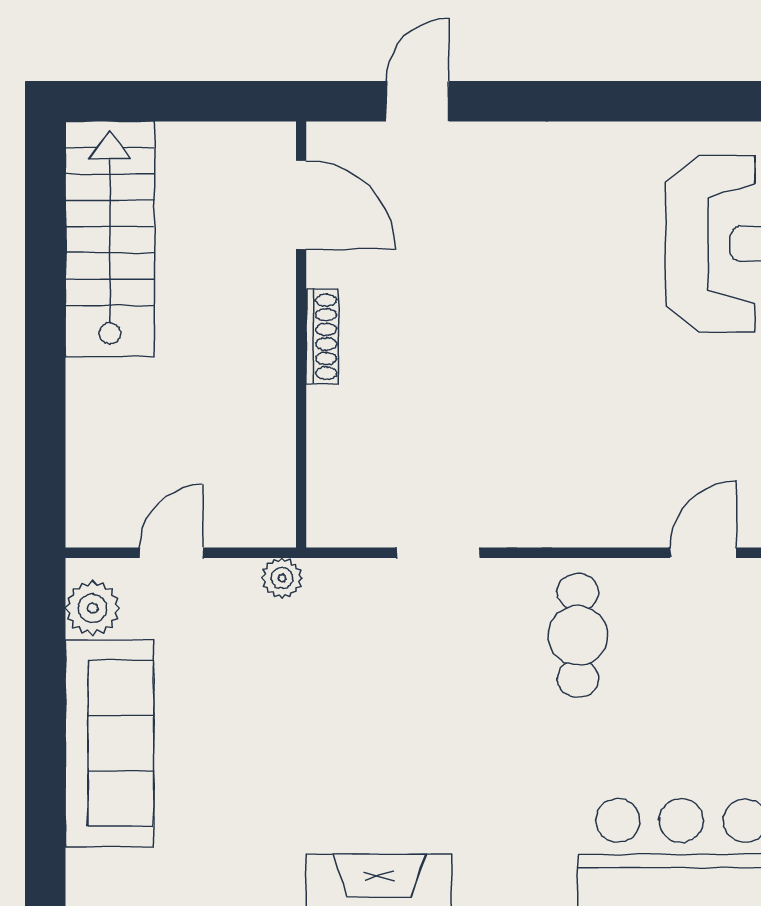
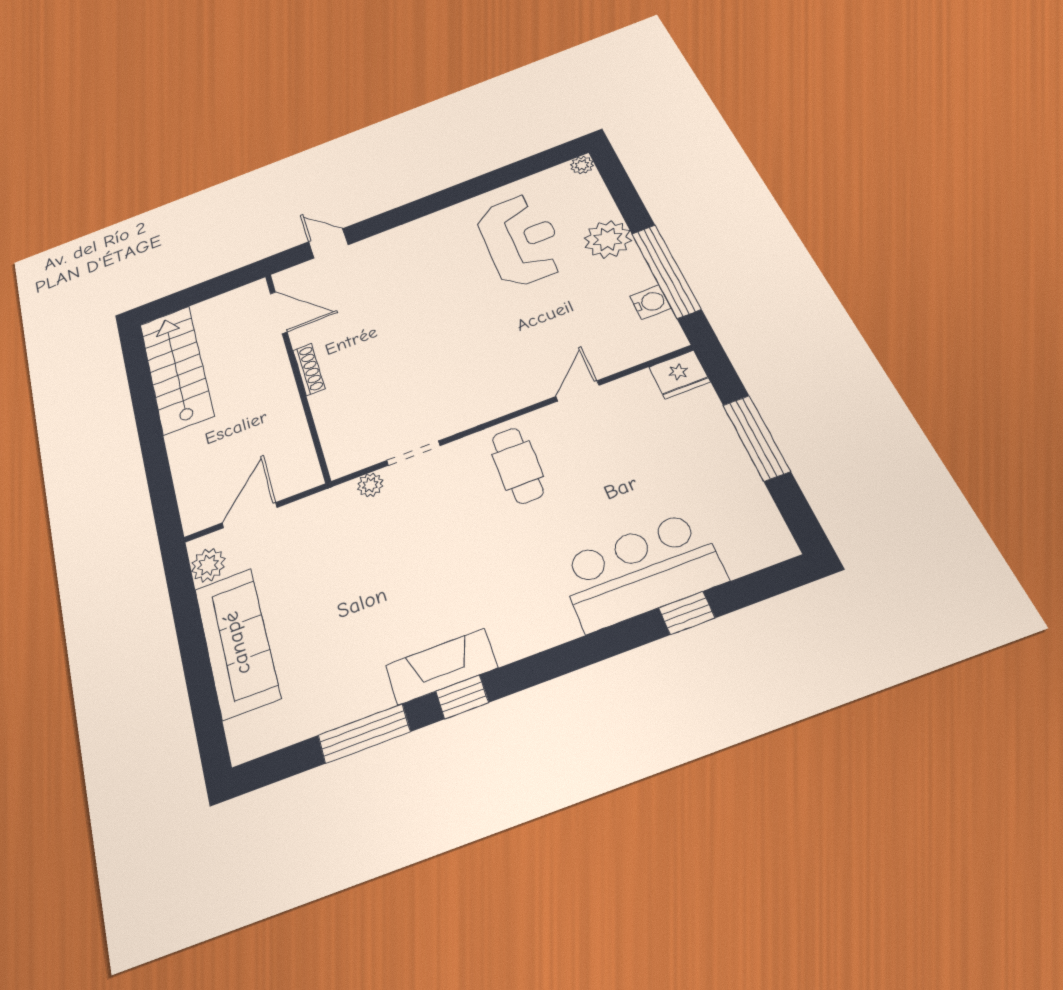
door: (417, 101) -> (328, 243), hinge flipped
door: (171, 553) -> (250, 515), width x1.38
plant: (282, 578) -> (370, 485), moved

